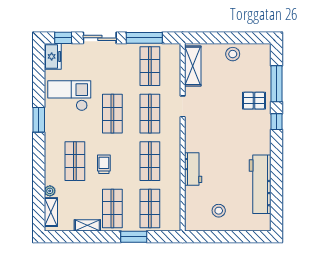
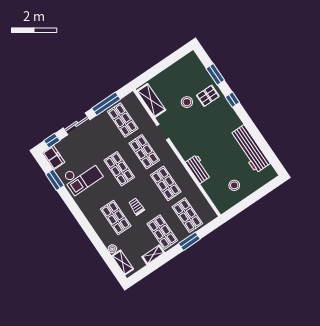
stool: (233, 54) -> (187, 102), moved
window: (276, 84) -> (215, 74), width x0.69
checkout: (69, 96) -> (82, 176), turned 180
window: (39, 120) -> (55, 180), moved

